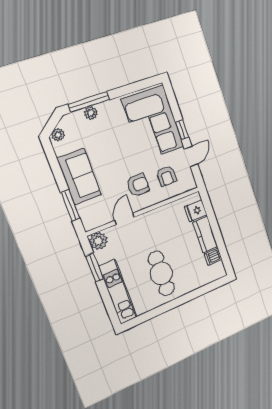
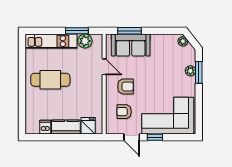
window: (89, 102) -> (199, 72), width x0.69
sofa: (79, 177) -> (131, 45), moved
armchair: (138, 185) -> (125, 87), turned -90
plant: (98, 241) -> (85, 41), moved

